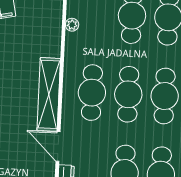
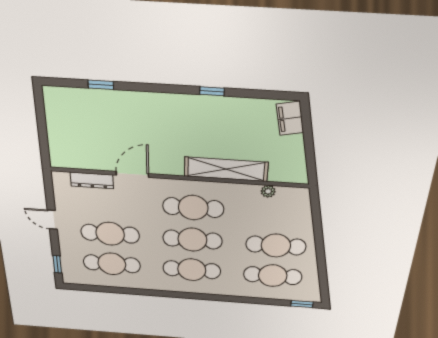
shelving: (49, 94) -> (226, 169), moved

